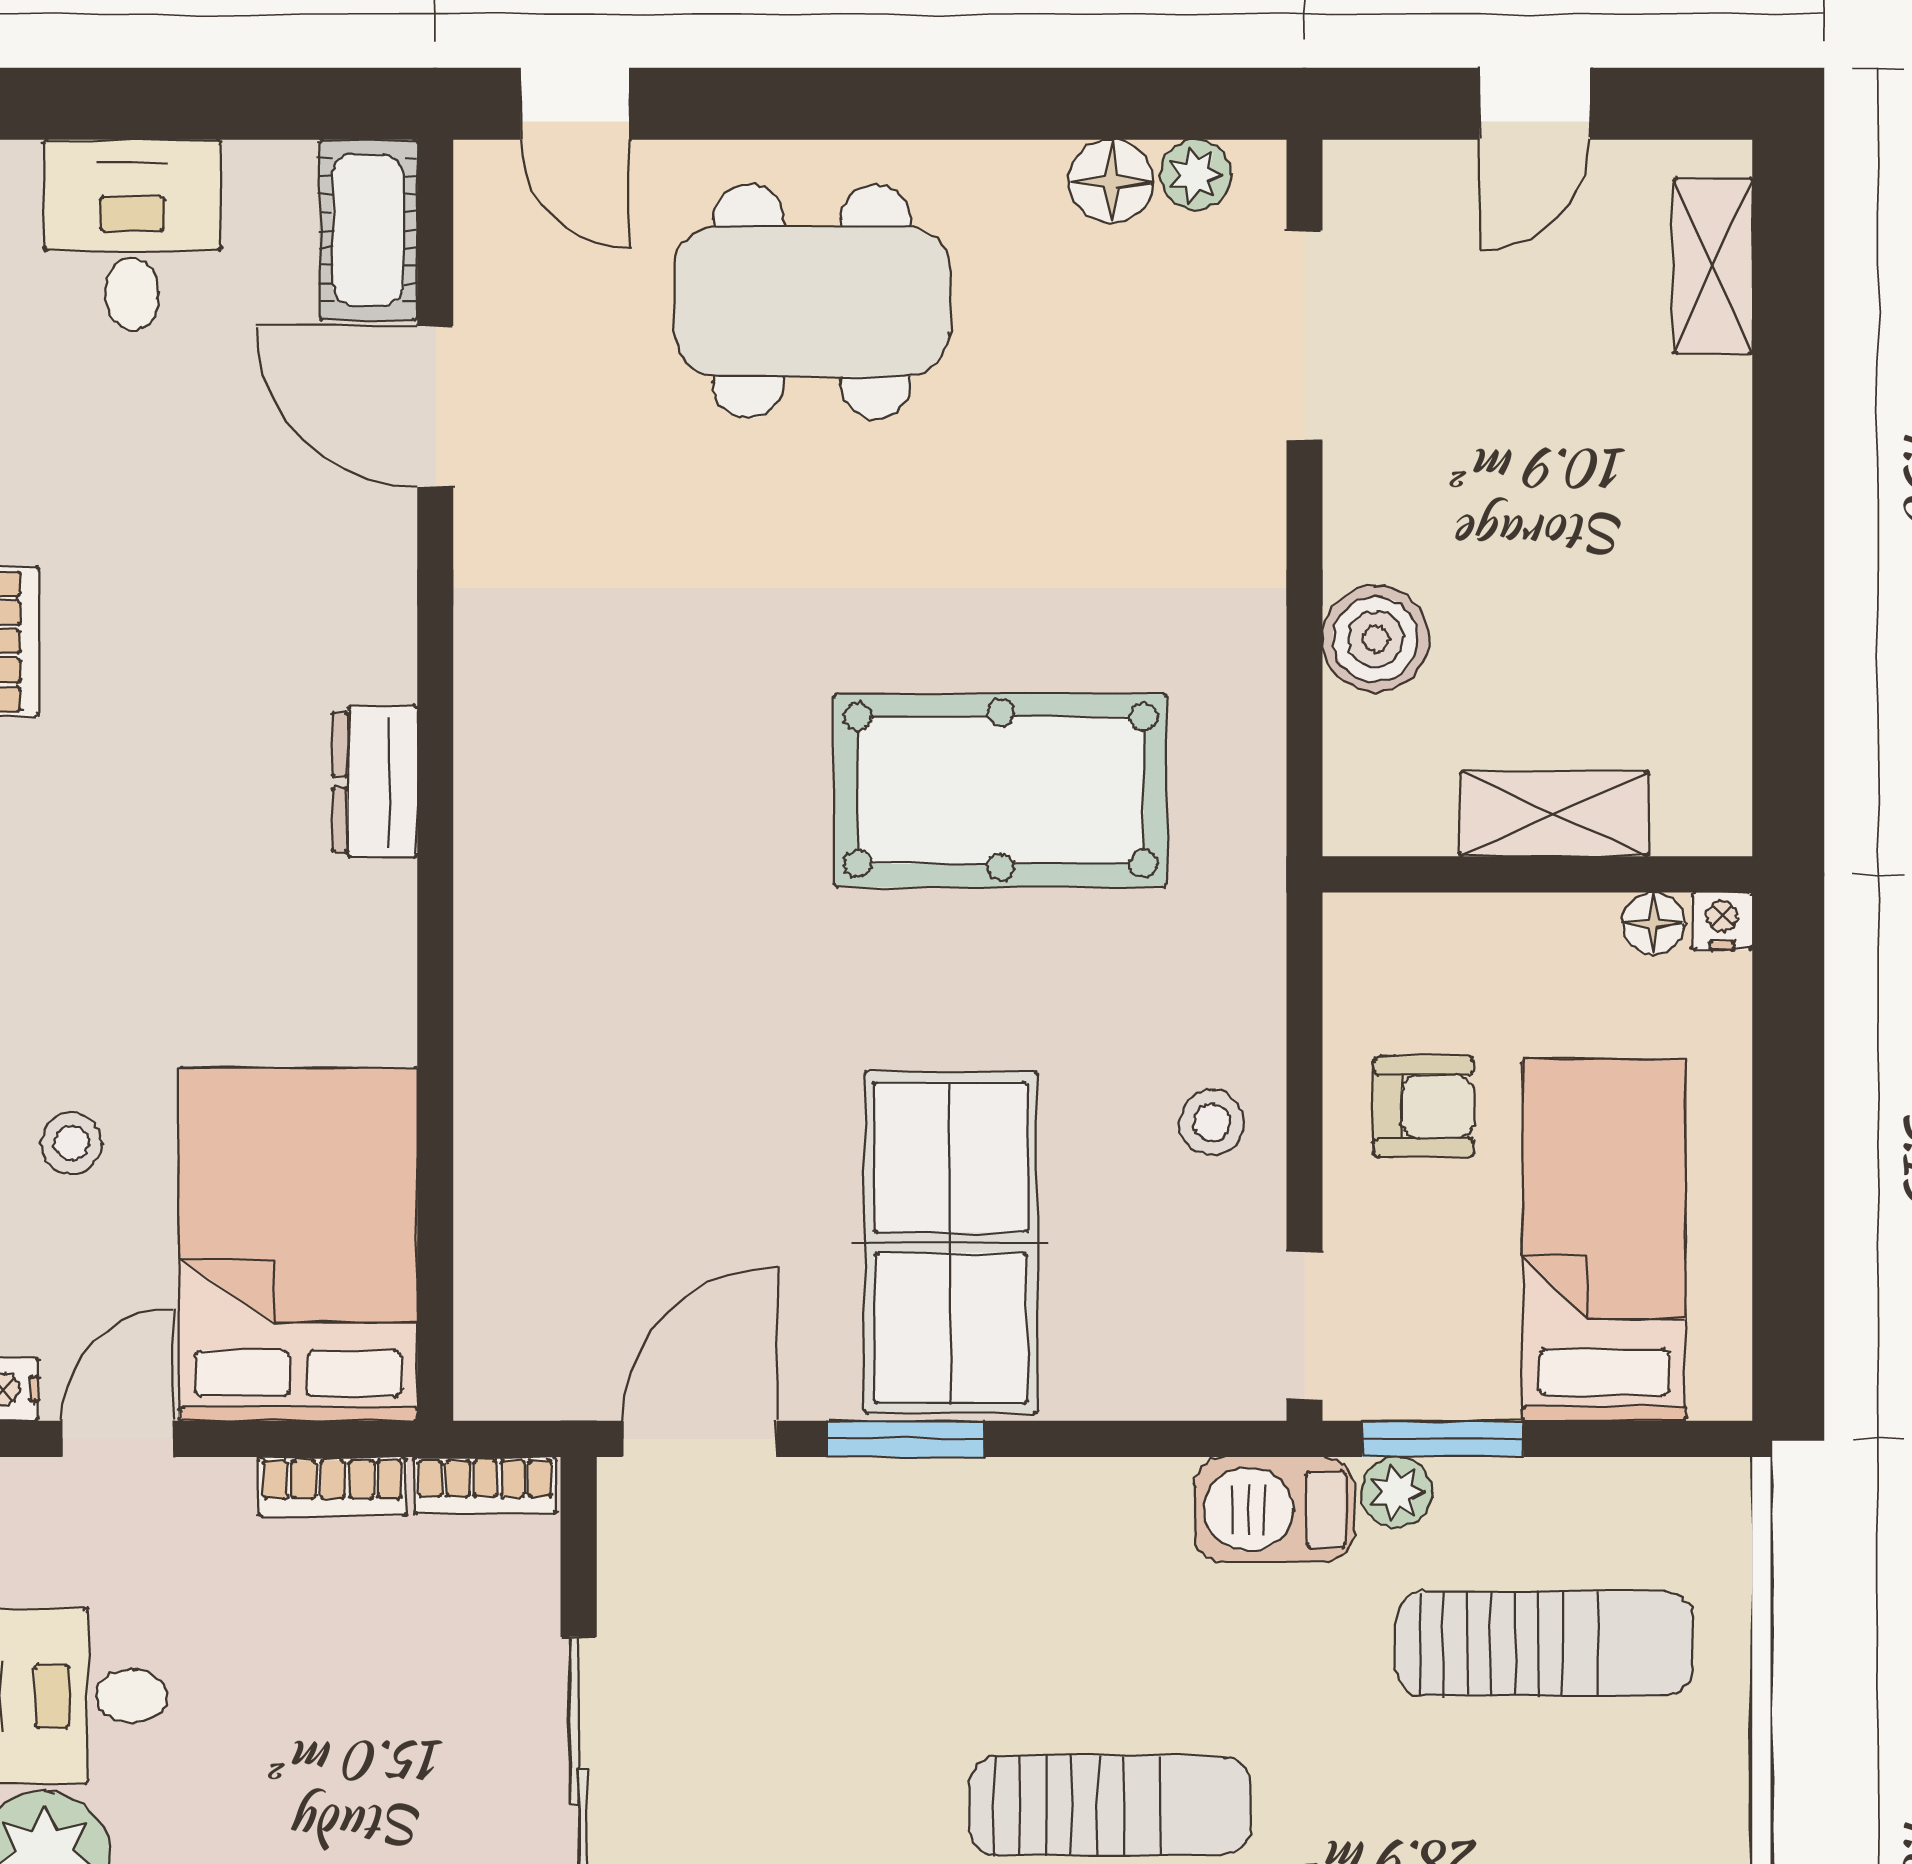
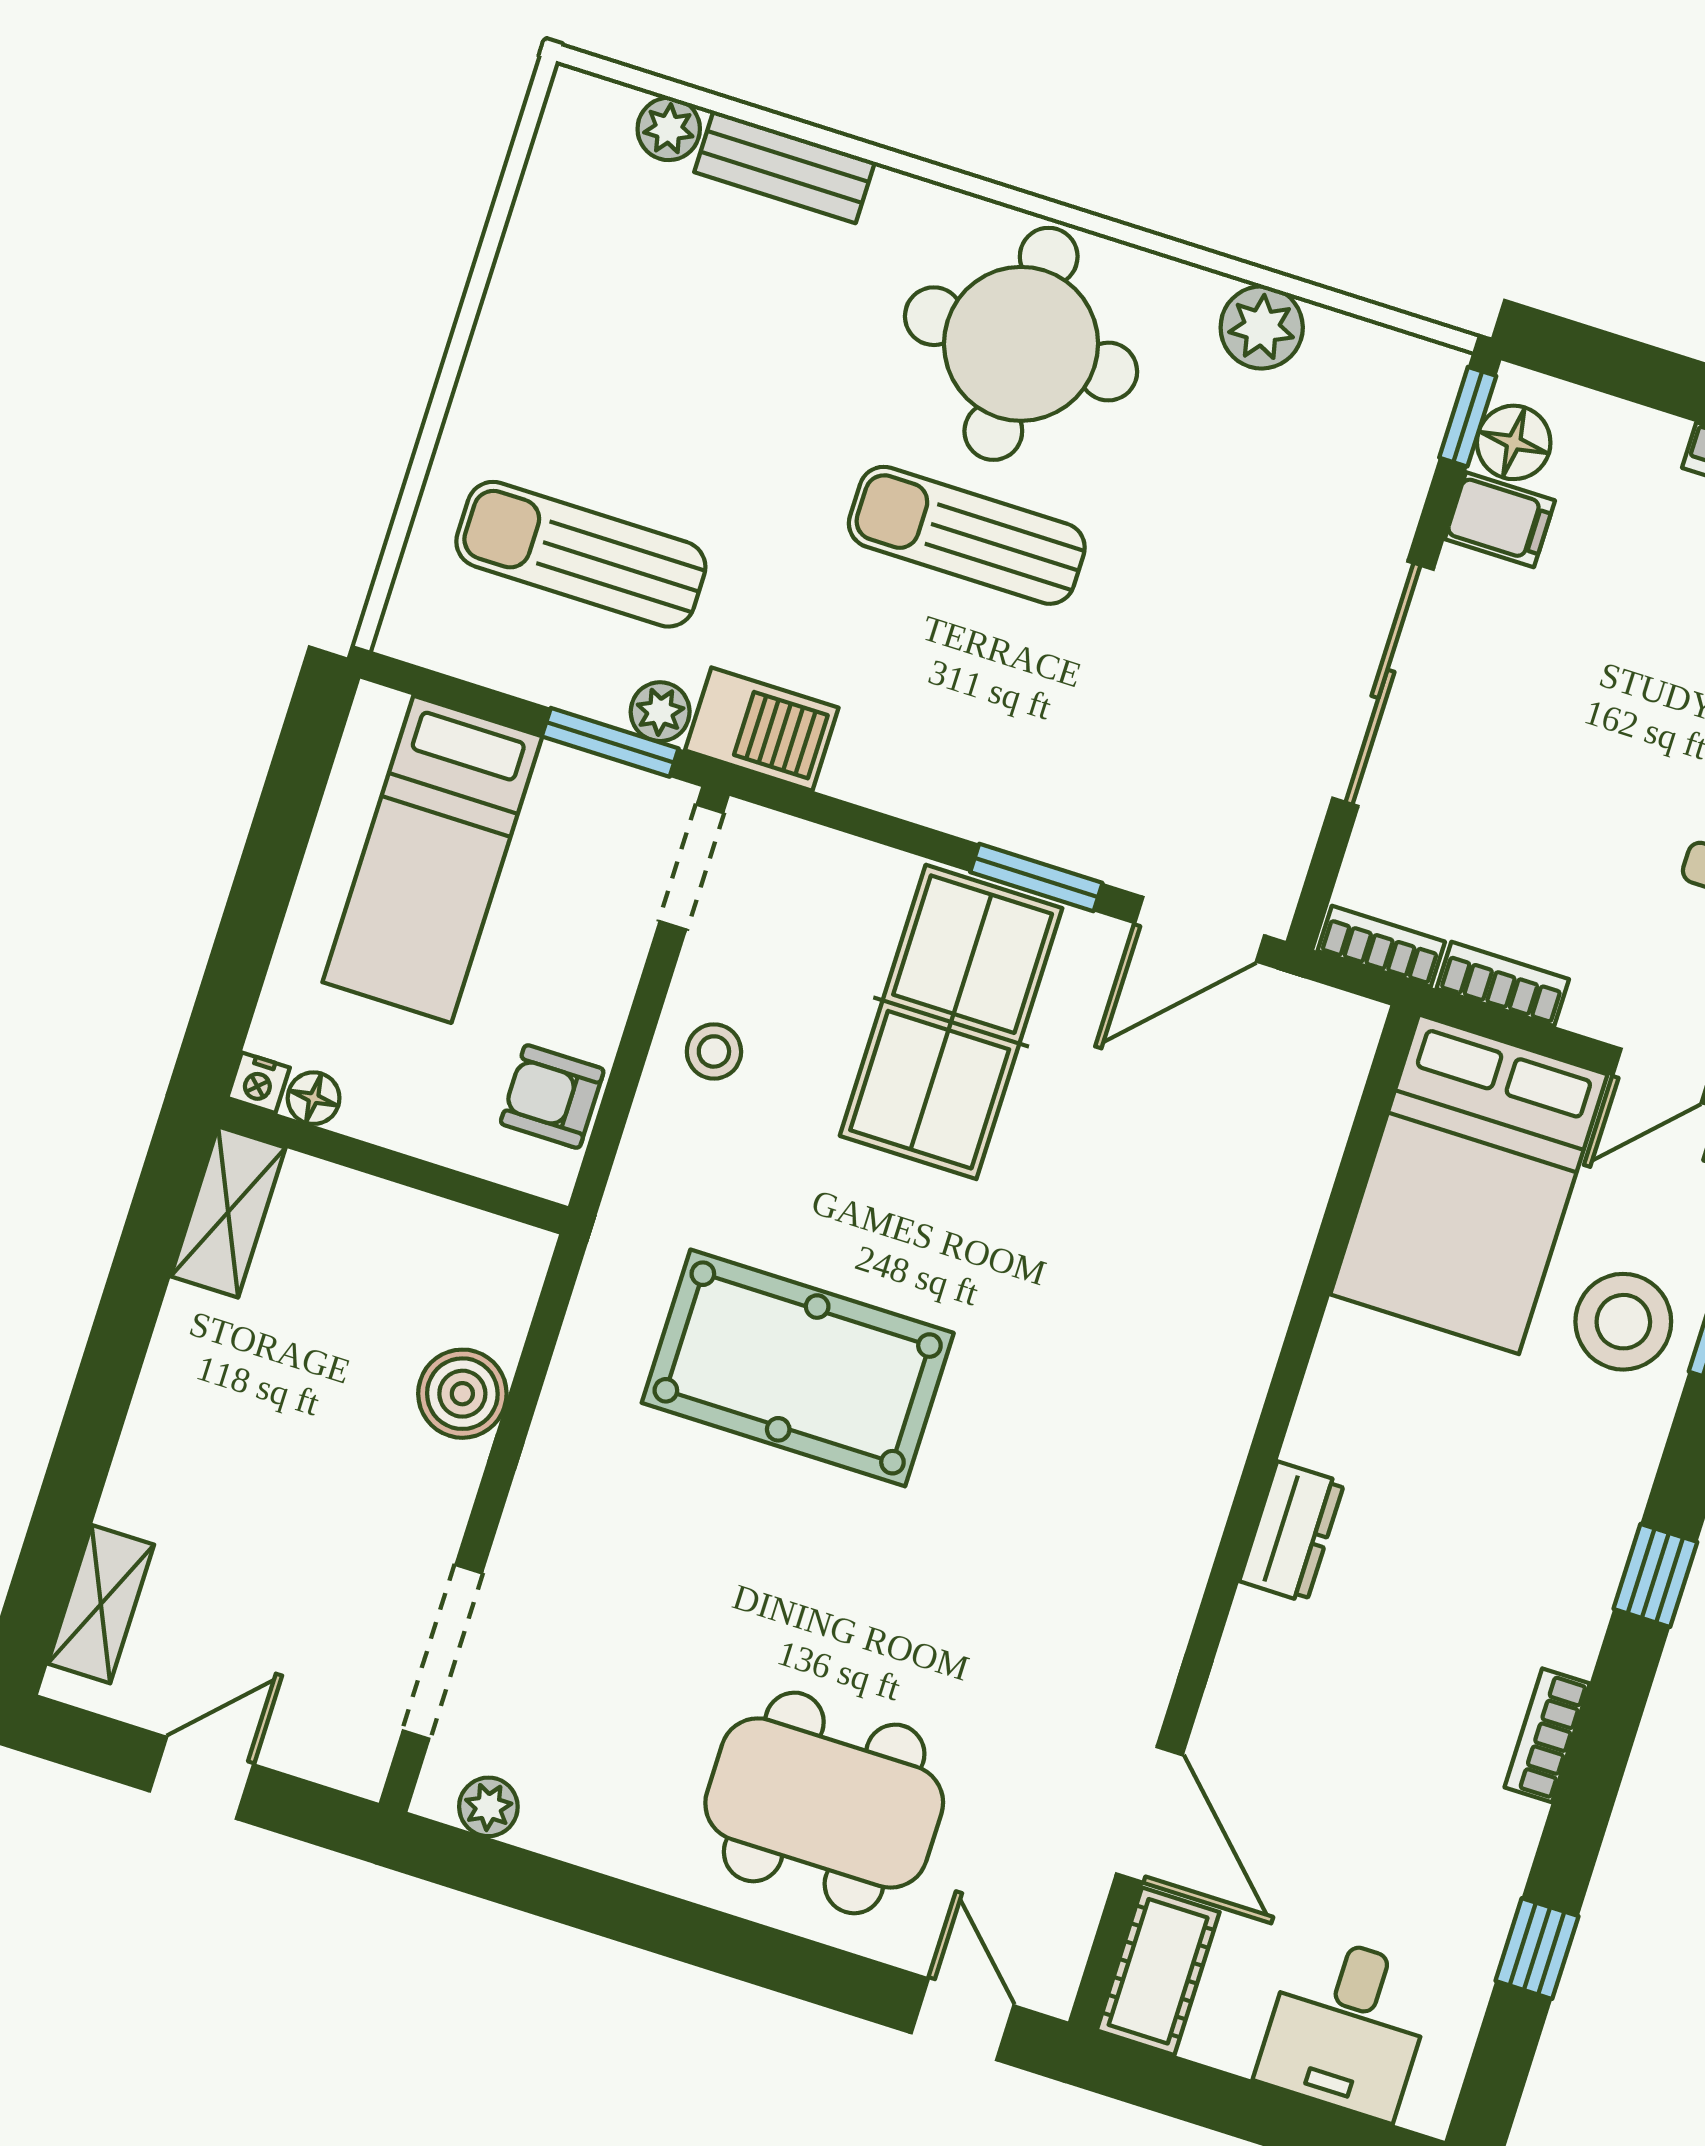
floor lamp: (1111, 182) -> (557, 1823), removed
shelving: (1554, 814) -> (228, 1212), moved, turned 90
armchair: (1423, 1107) -> (552, 1097), moved
stool: (71, 1143) -> (1623, 1322), width x1.89, depth x1.89

